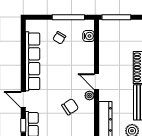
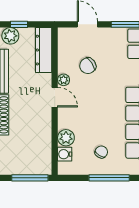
window: (68, 17) -> (109, 178), moved
plant: (88, 49) -> (66, 138), added

